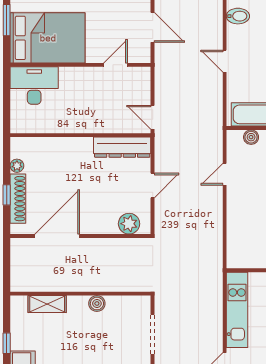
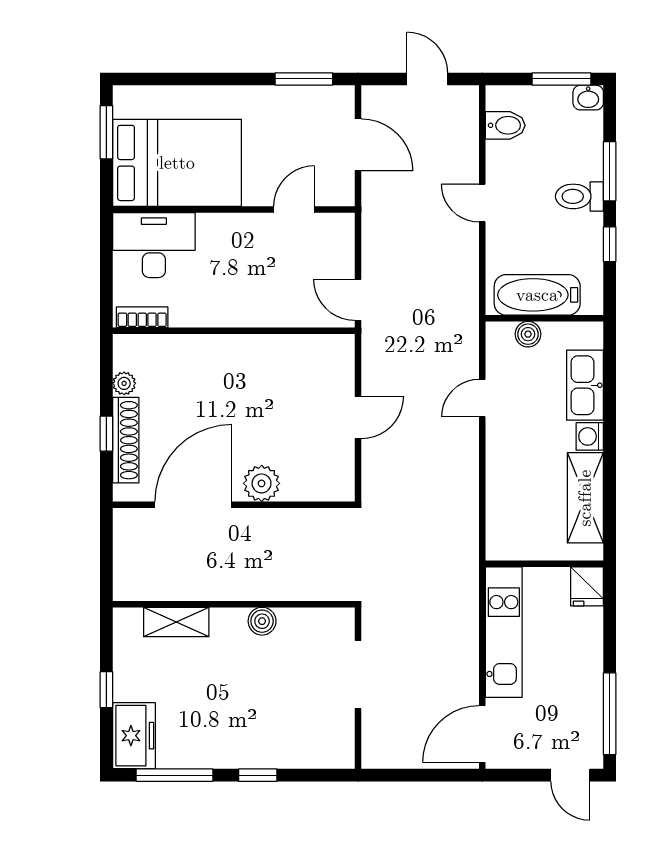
bookcase: (27, 127) -> (142, 317), added
dresser: (122, 147) -> (306, 351), removed
plant: (129, 224) -> (262, 483), moved

